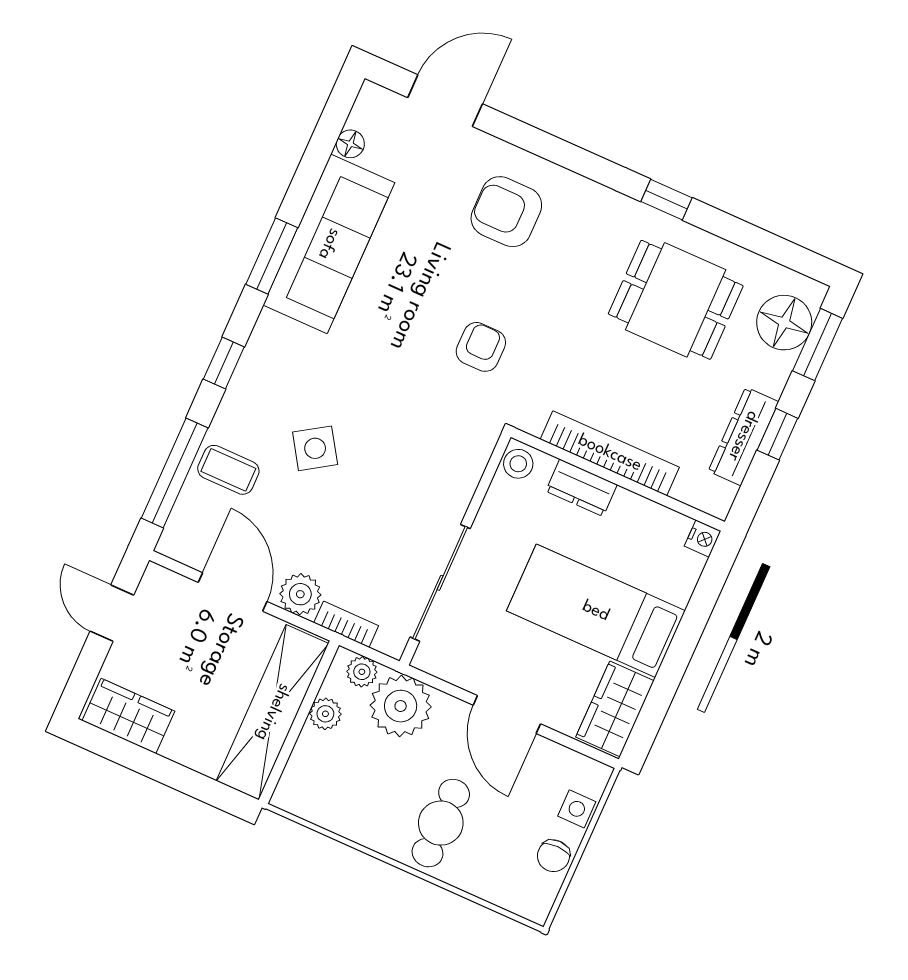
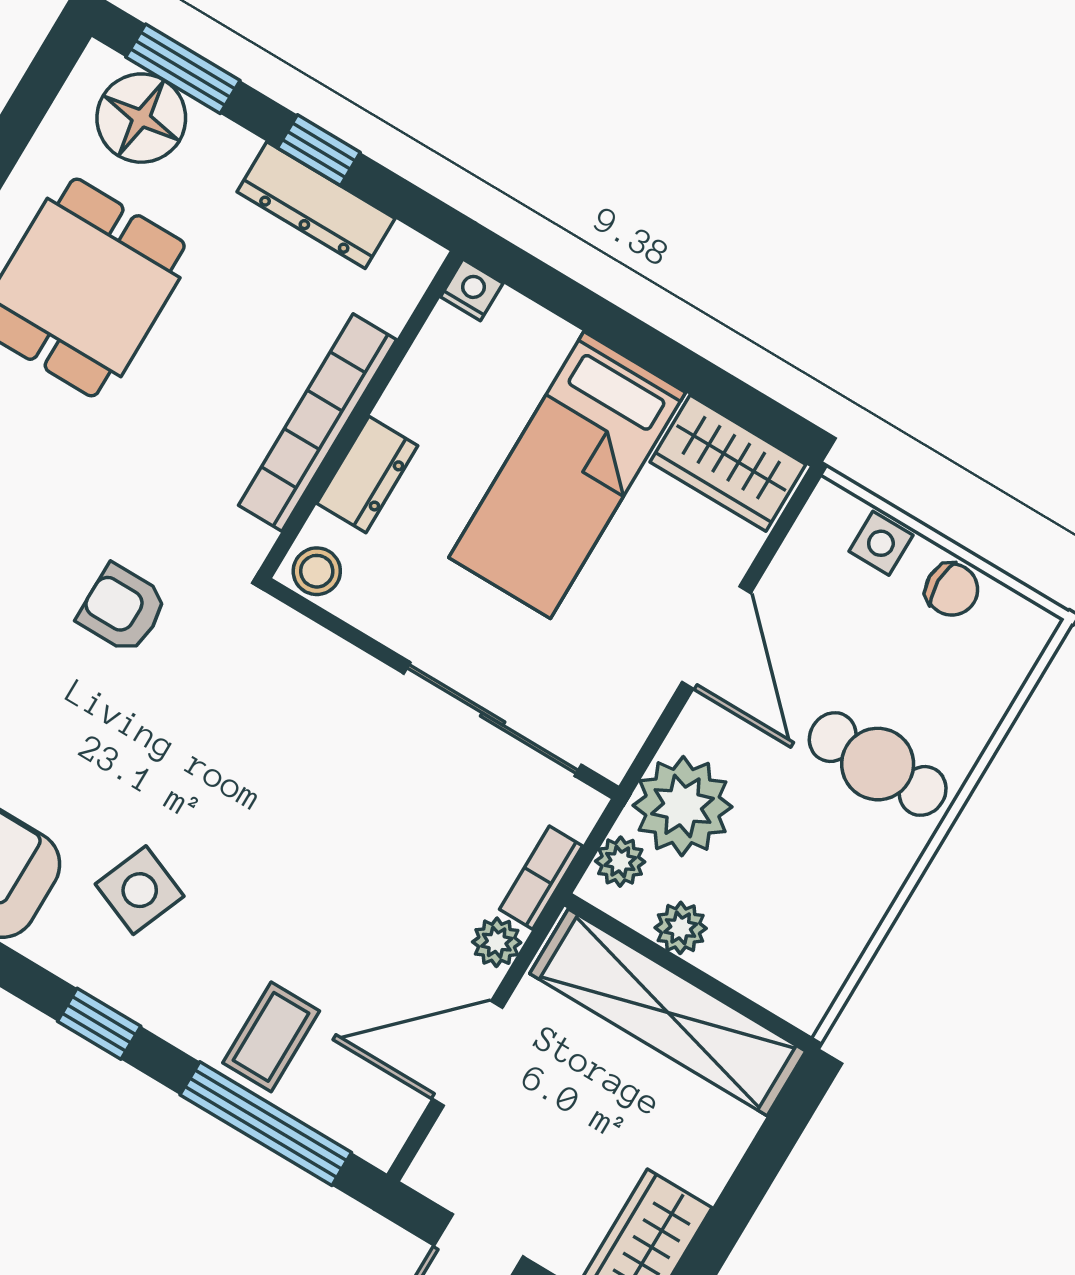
side table: (315, 448) -> (140, 890), moved, turned -35
plant: (300, 594) -> (497, 942), width x0.73, depth x0.73
door: (507, 715) -> (716, 637), hinge flipped

